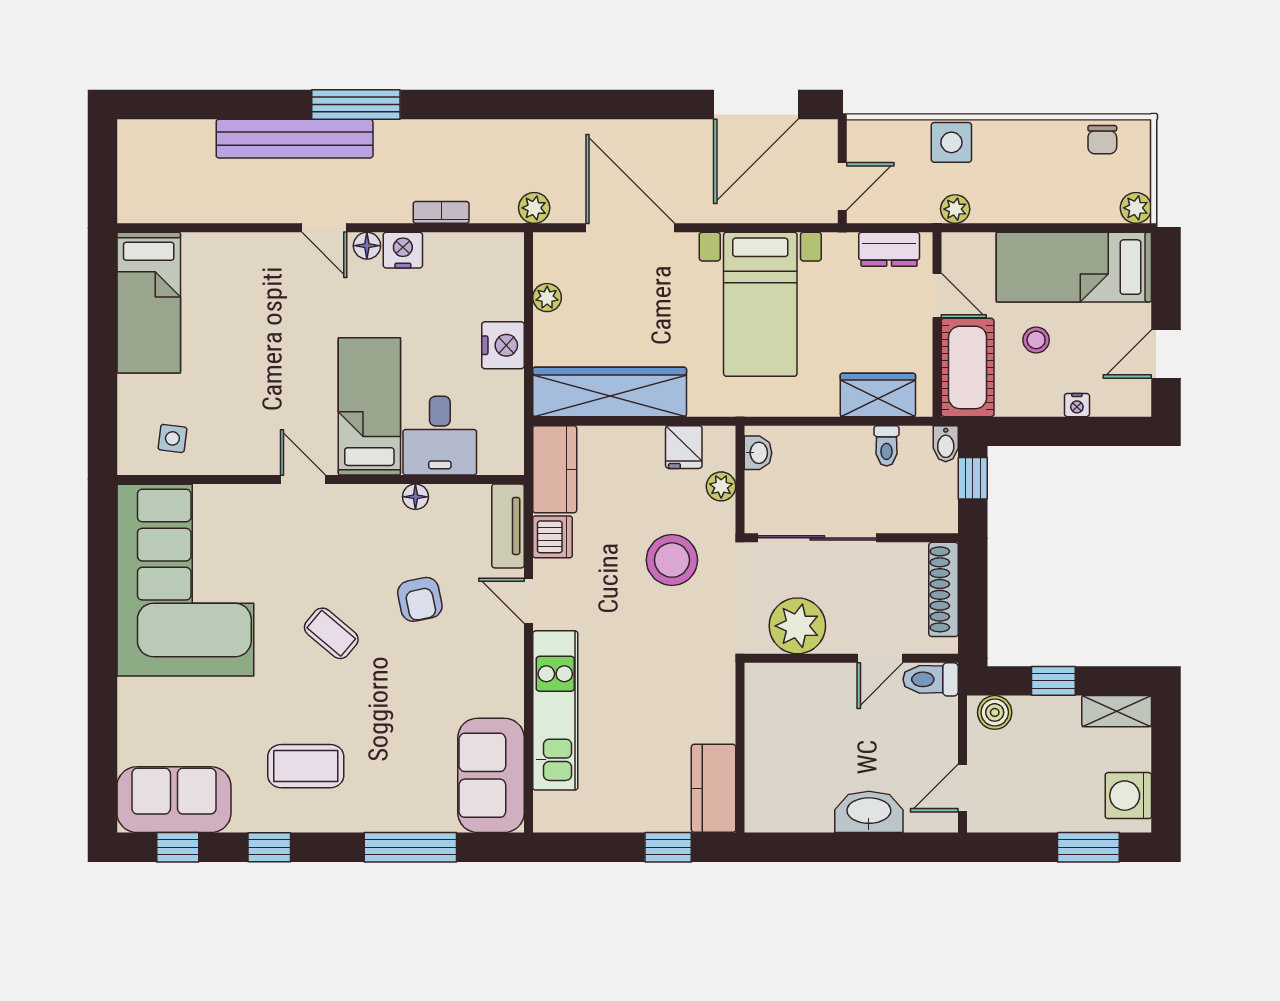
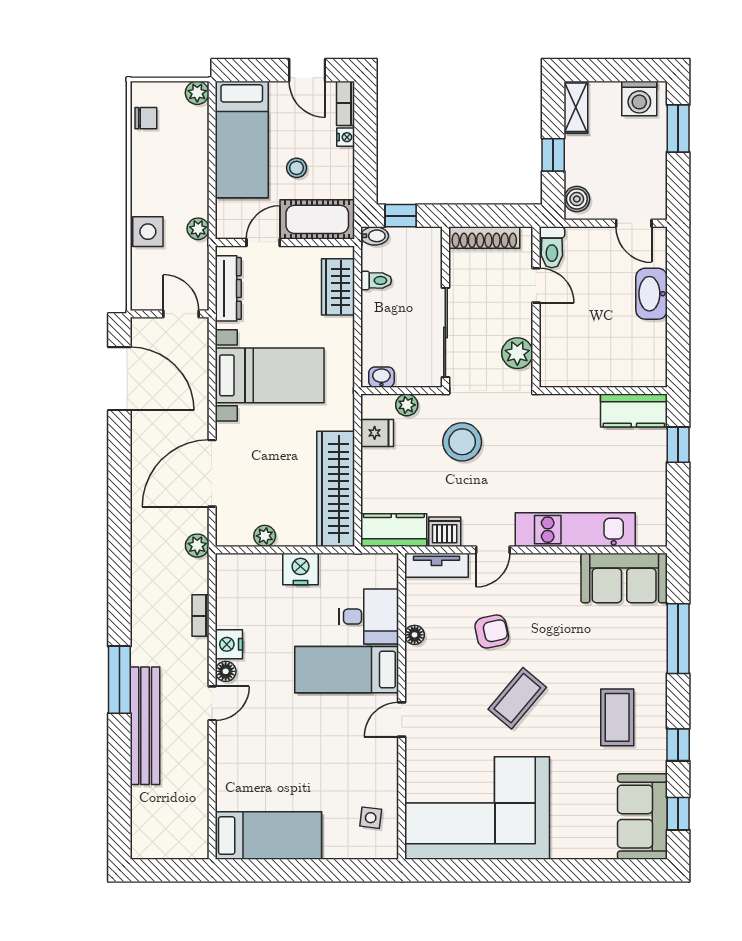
dresser: (889, 249) -> (228, 288), width x1.44
bookcase: (1122, 405) -> (345, 103), added
plant: (797, 626) -> (517, 353), width x0.73, depth x0.73
coffee table: (331, 633) -> (517, 698), width x1.36, depth x1.30

